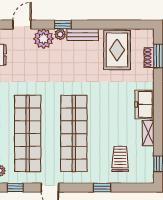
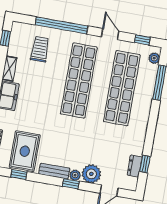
window: (119, 25) -> (19, 174), added
trolley: (120, 159) -> (40, 49), turned 180
window: (102, 188) -> (61, 25), width x3.17

